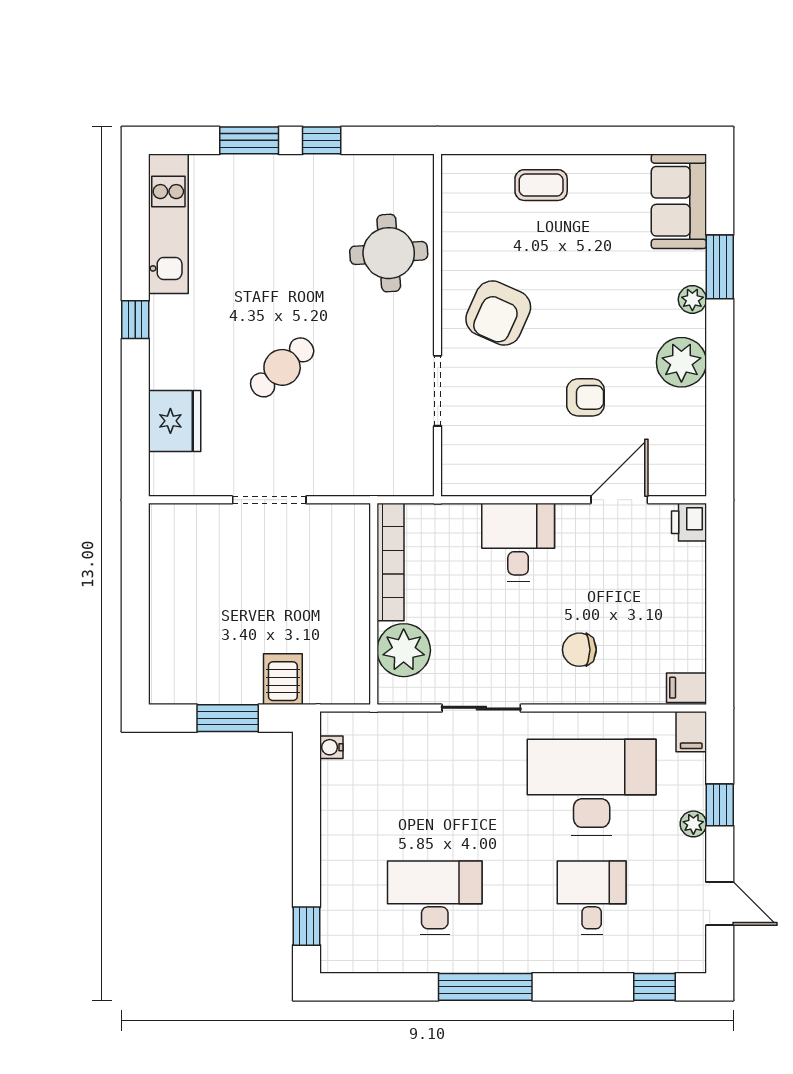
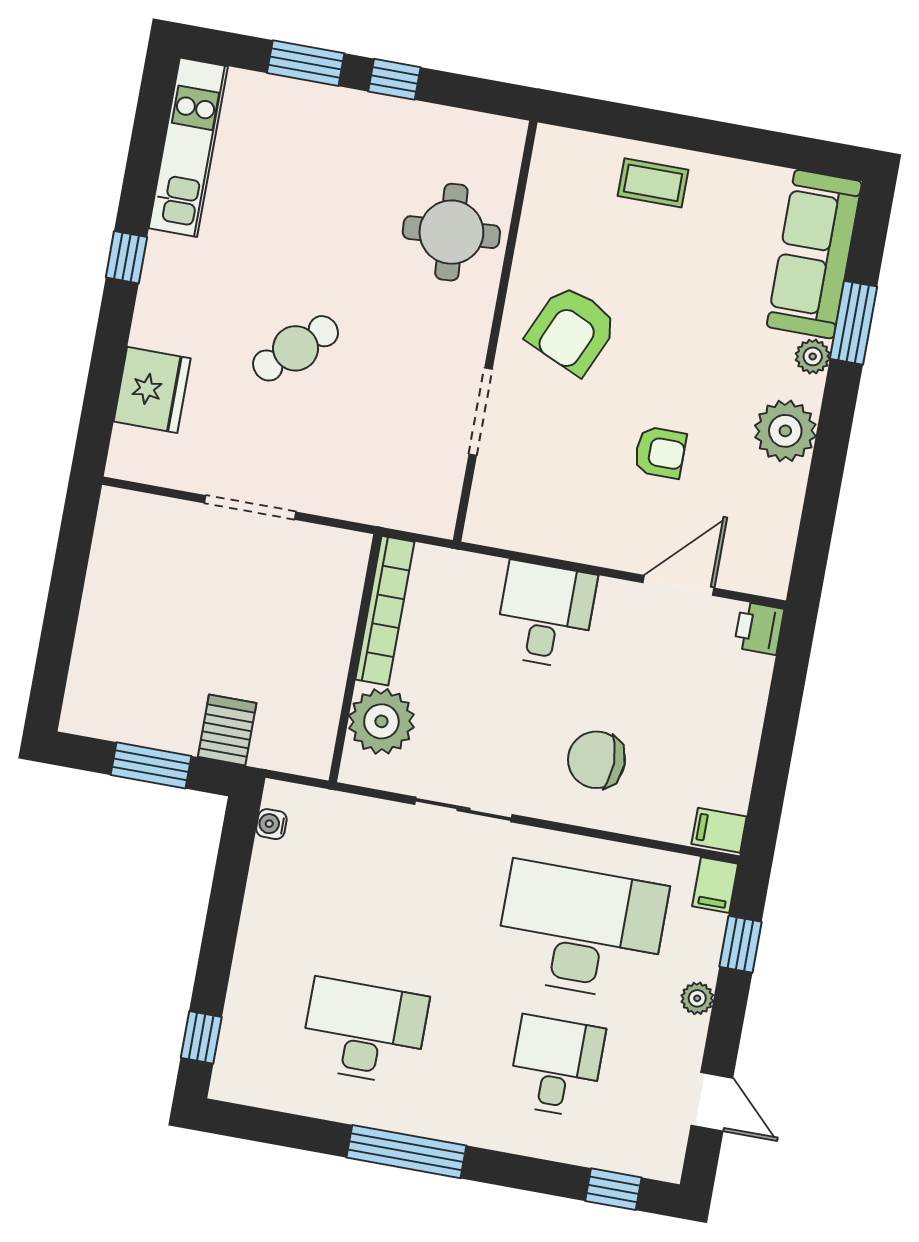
sofa: (679, 201) -> (814, 254), width x1.36
chair: (579, 650) -> (596, 760), width x1.37, depth x1.37
window: (720, 805) -> (740, 944), moved

